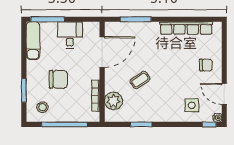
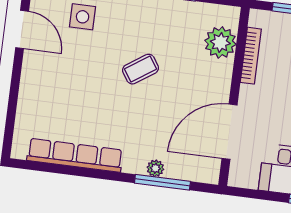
plant: (141, 27) -> (155, 168), added
chair: (206, 65) -> (48, 85), removed
coffee table: (140, 80) -> (141, 69), moved

